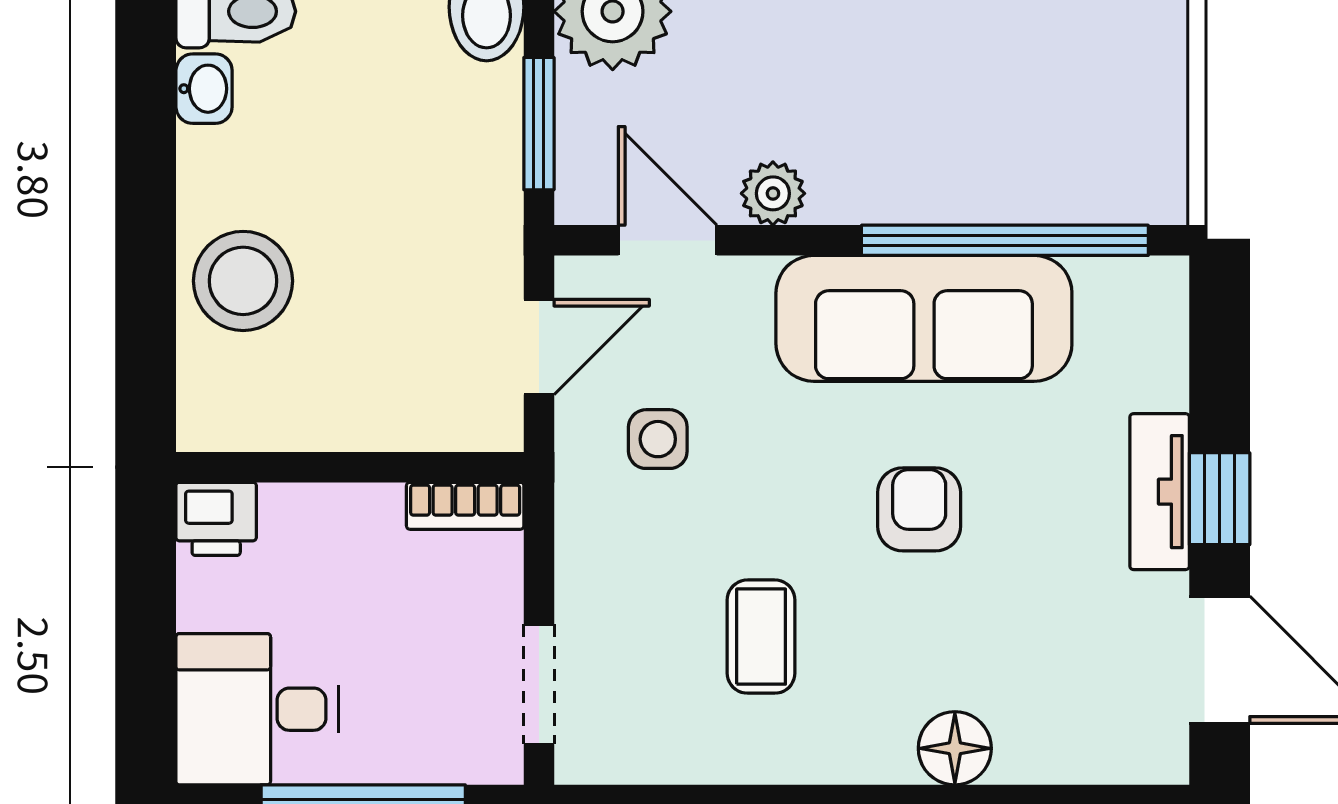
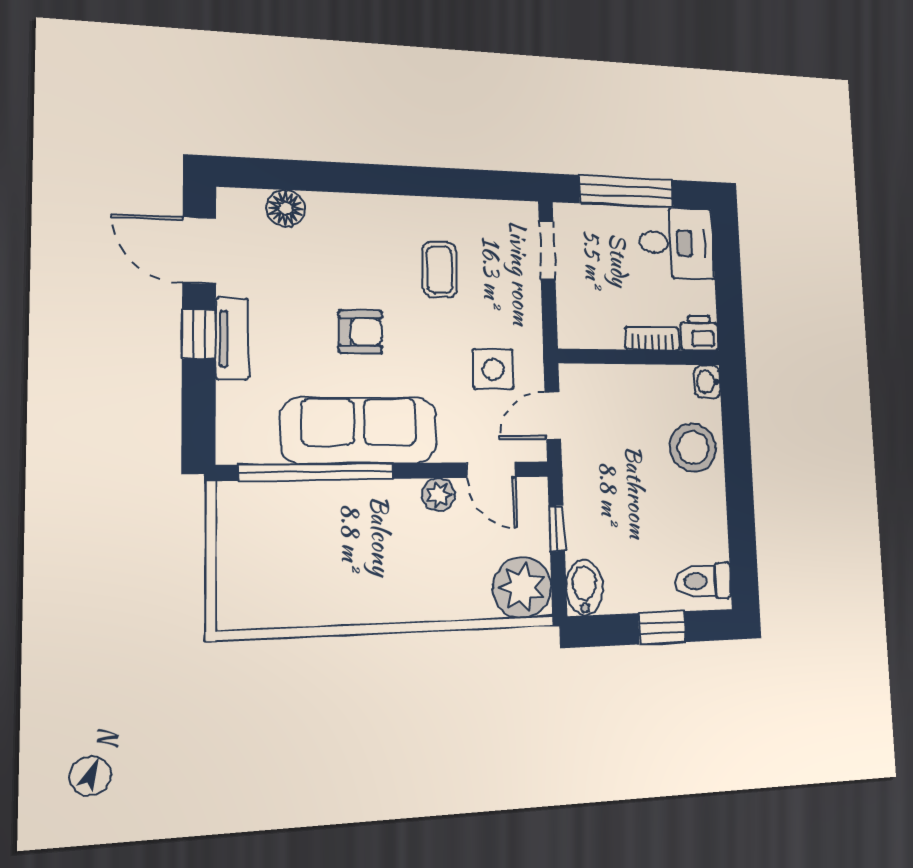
washbasin: (204, 89) -> (707, 382), moved
window: (539, 124) -> (557, 528), width x0.67
side table: (658, 439) -> (493, 369), width x1.37, depth x1.37
bookcase: (465, 506) -> (652, 339), moved
armchair: (919, 509) -> (360, 332), turned -90
floor lamp: (955, 748) -> (285, 208), moved

